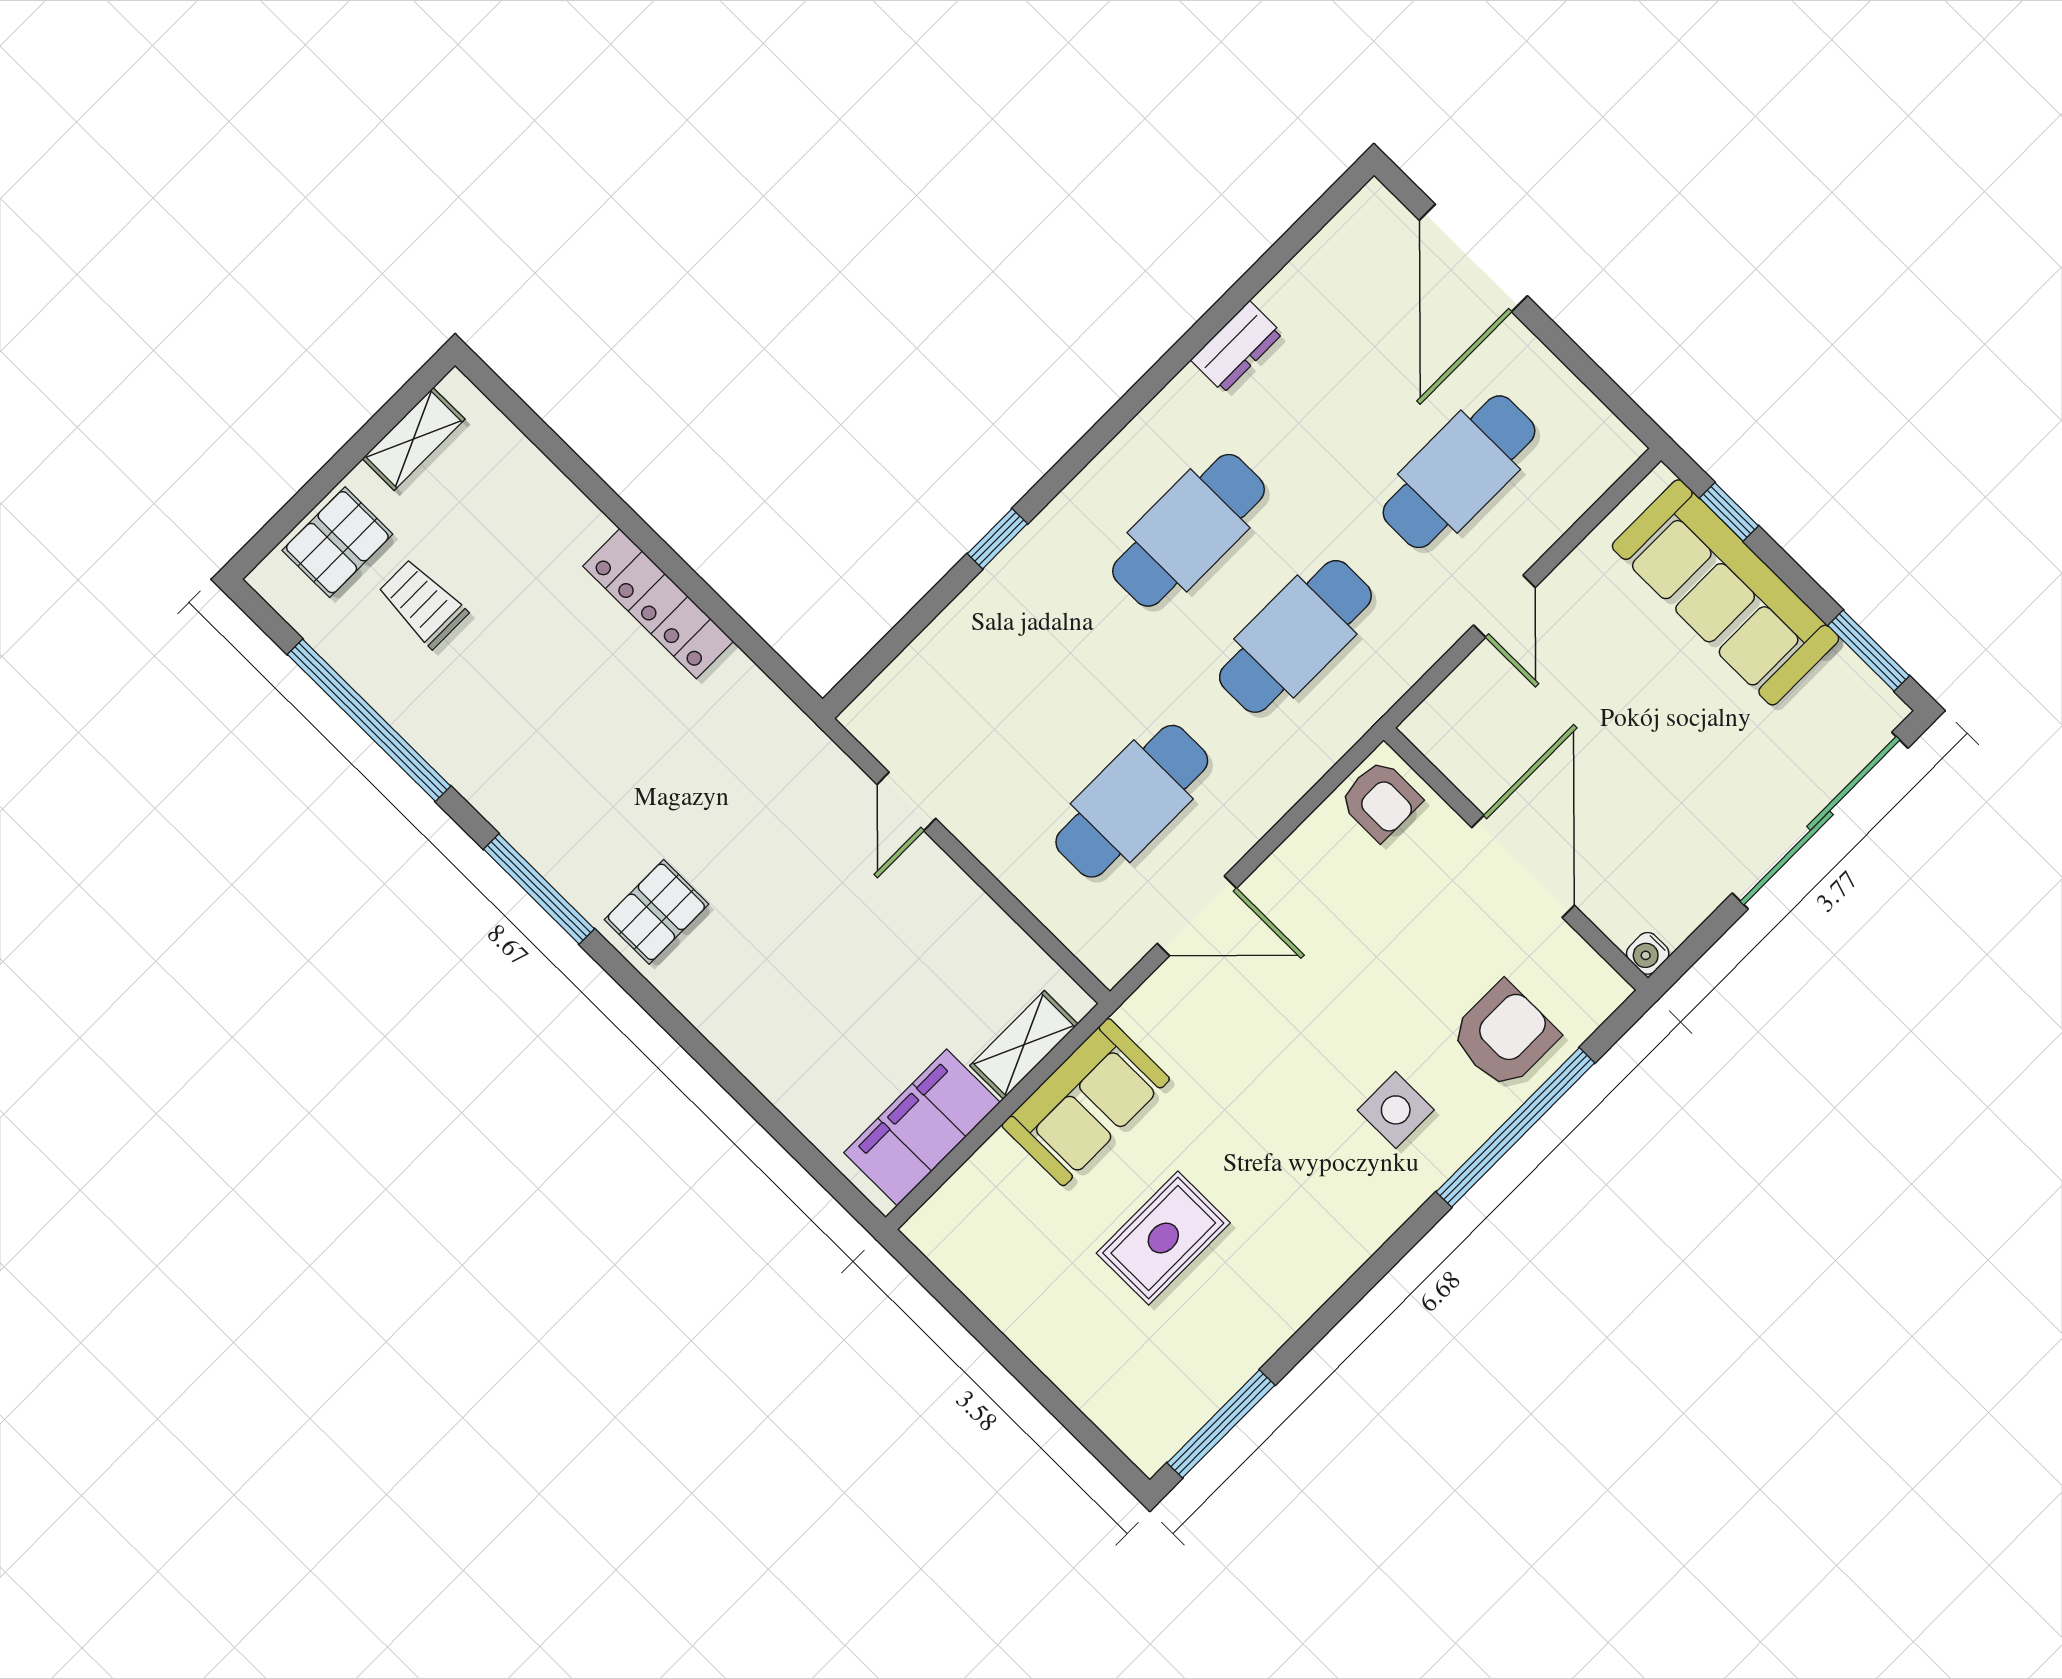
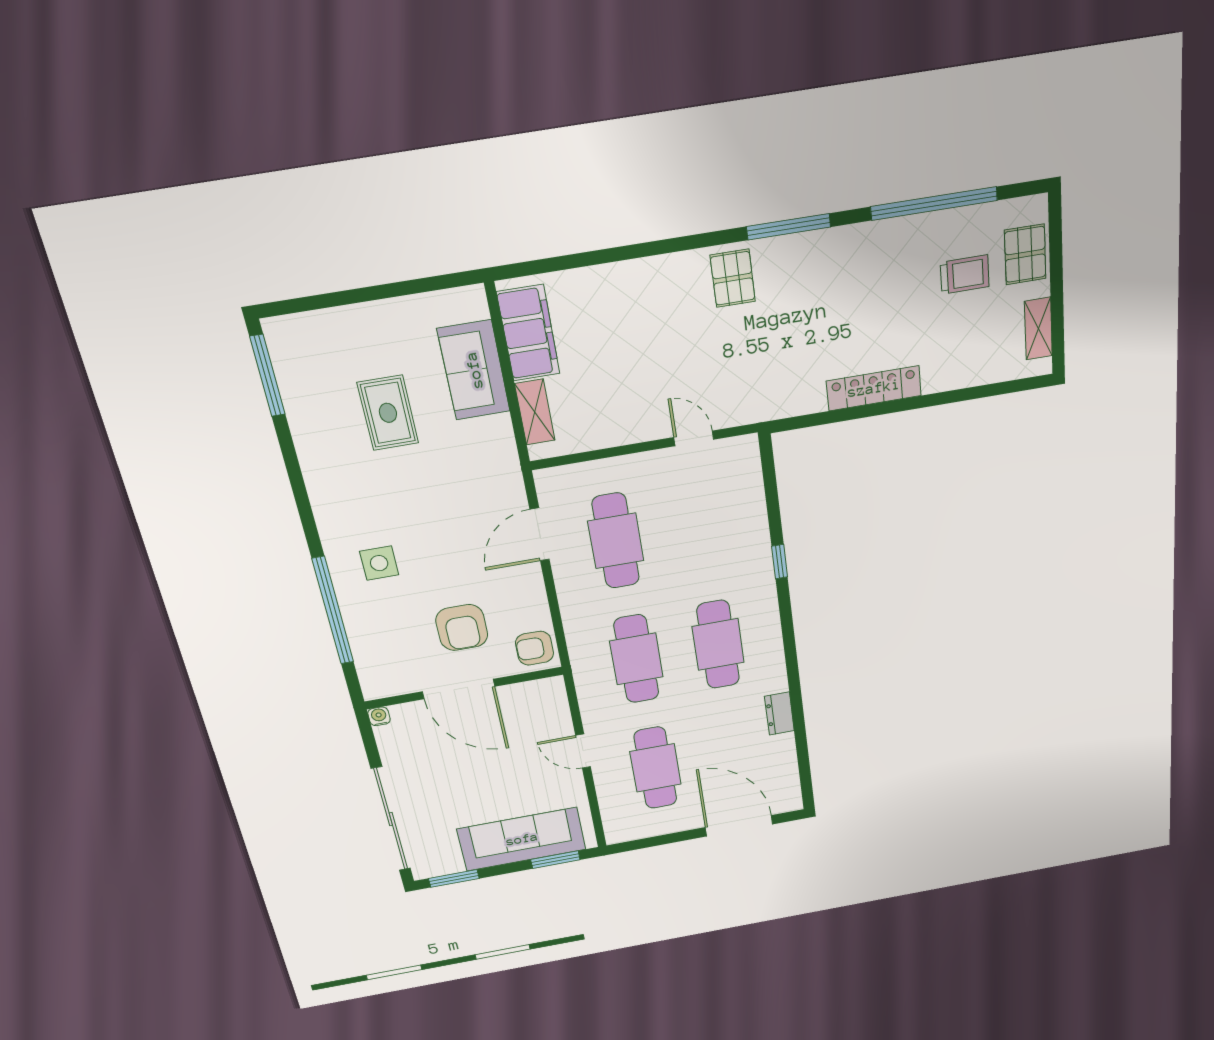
window: (1729, 512) -> (555, 860), width x1.50
armchair: (1504, 1035) -> (462, 628), moved
sofa: (1086, 1102) -> (474, 370), moved

